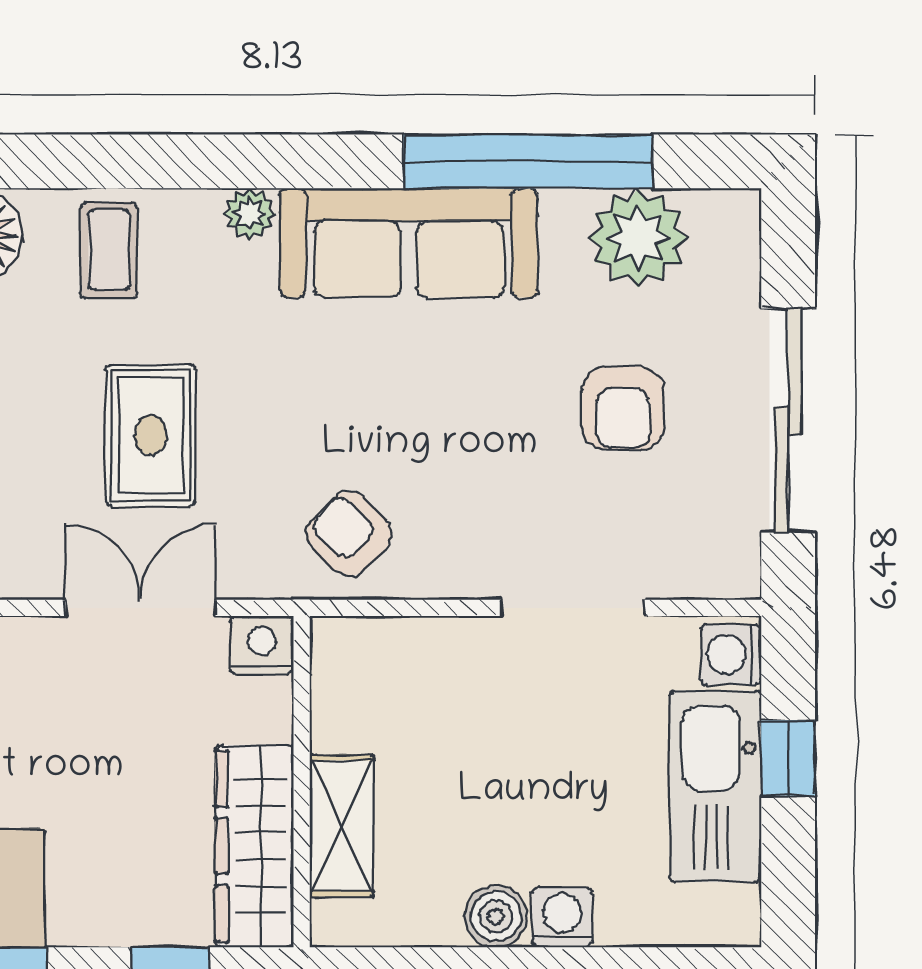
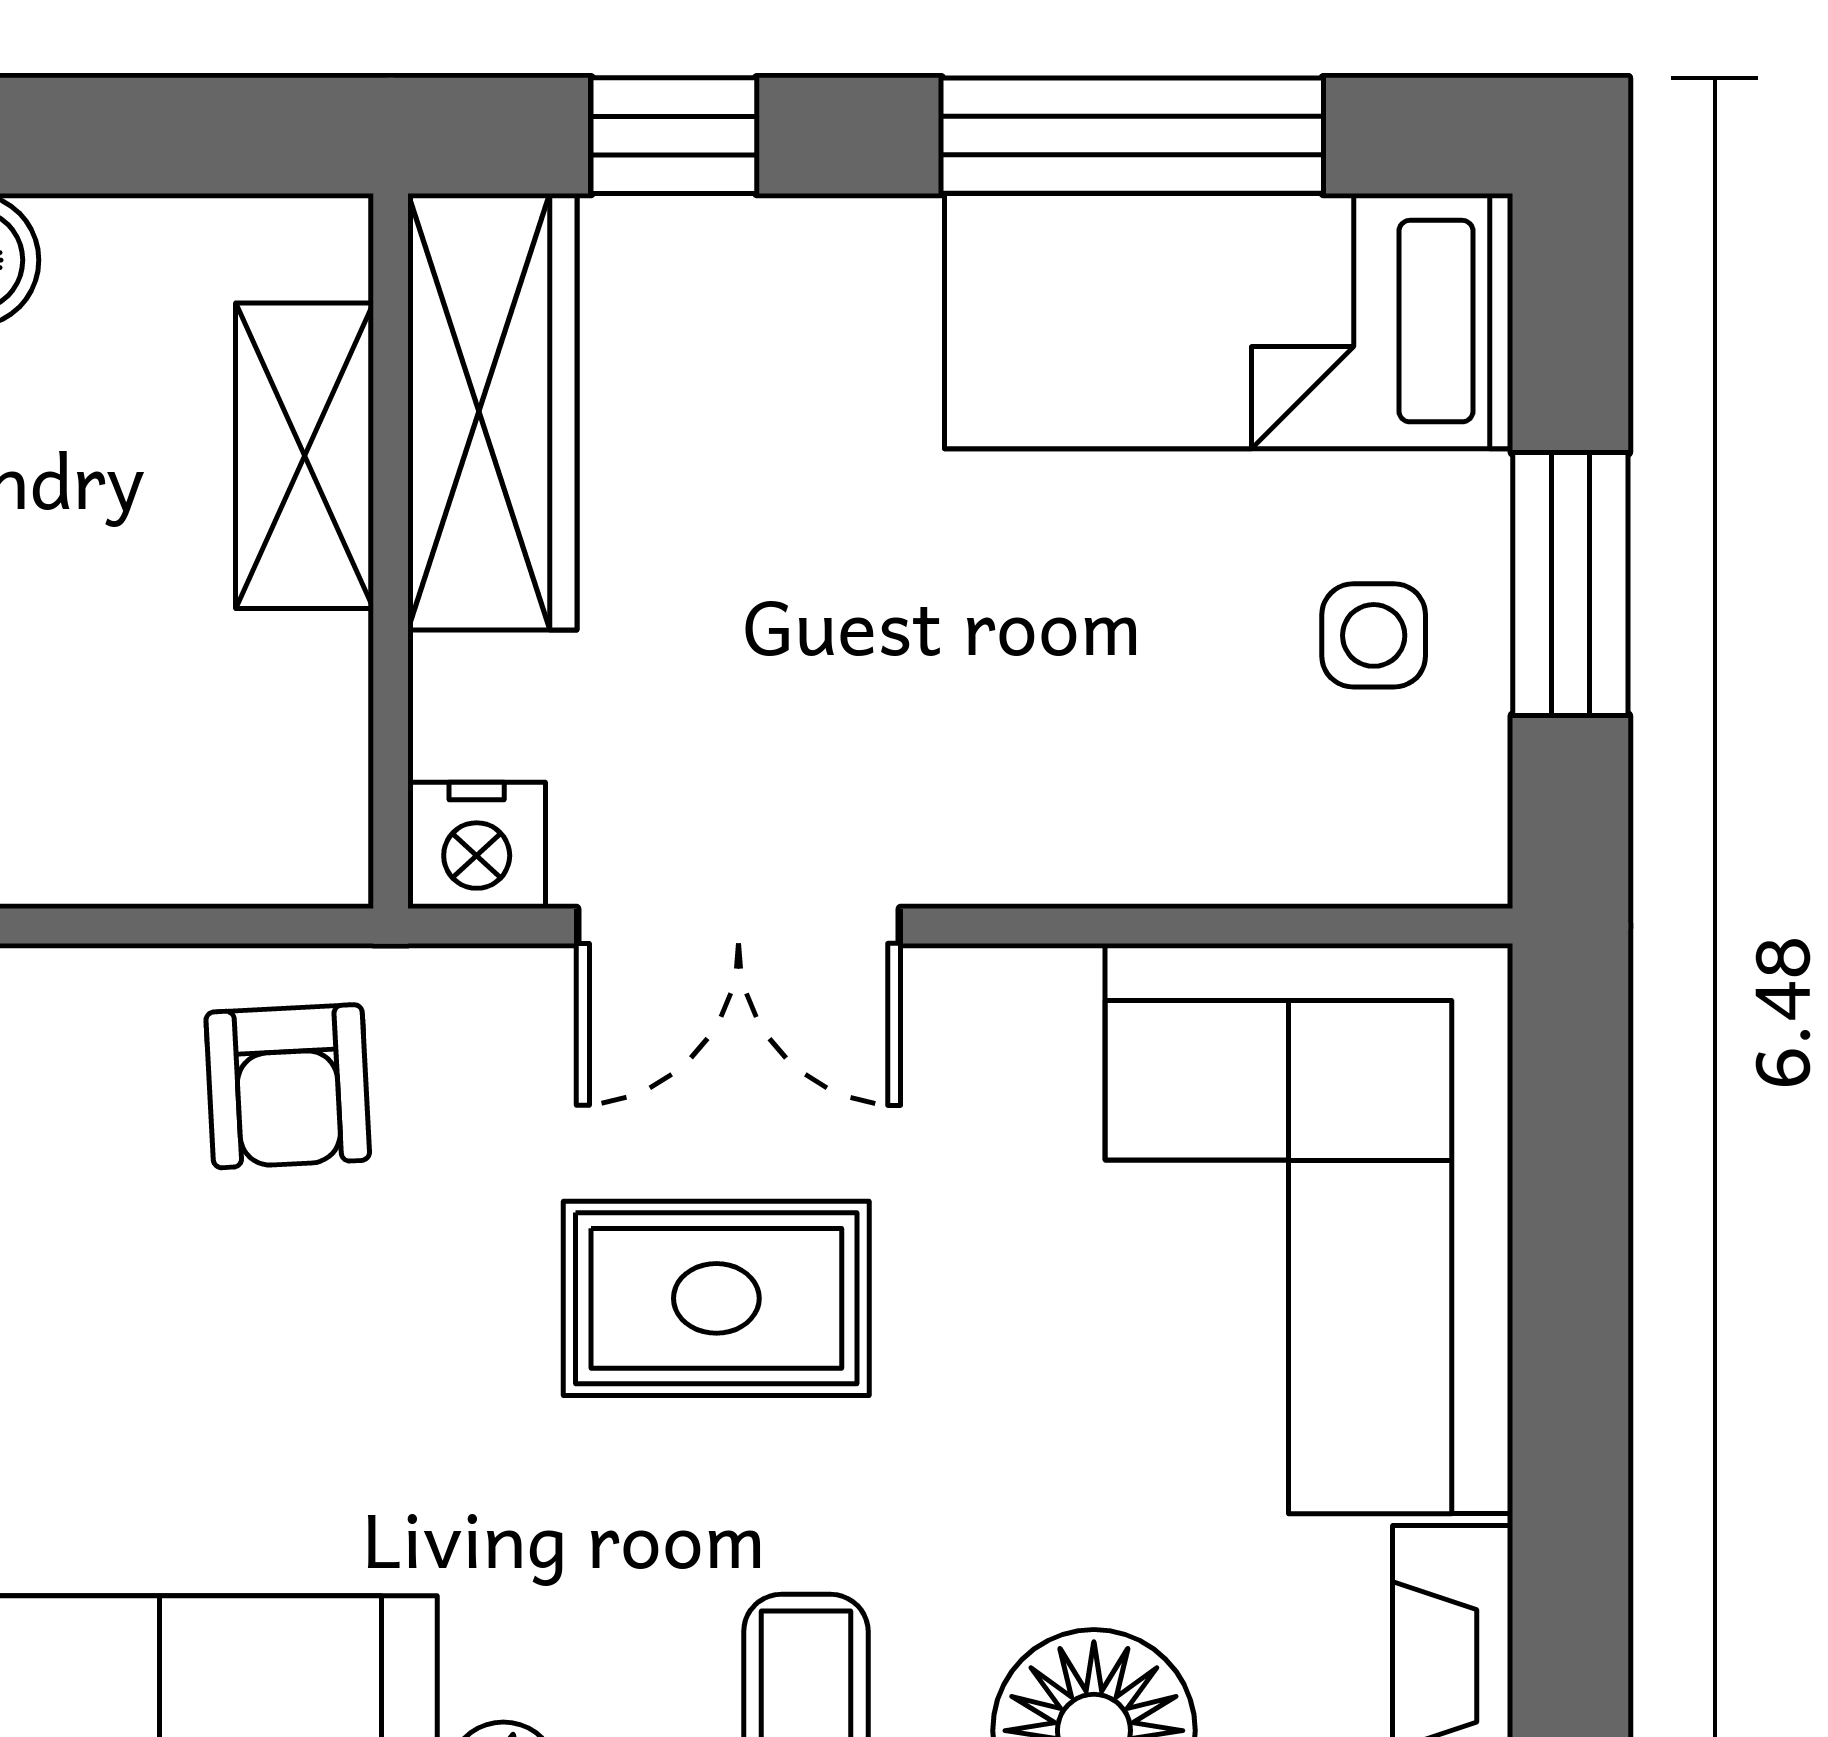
rug: (151, 435) -> (716, 1298), turned 90
armchair: (349, 534) -> (288, 1086), turned 42

